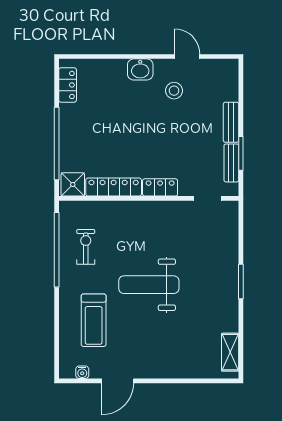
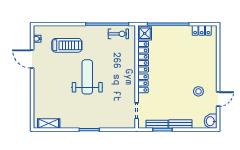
washbasin: (140, 69) -> (211, 121), moved
exercise bike: (86, 247) -> (118, 34), moved
treadmill: (94, 320) -> (67, 45), turned 180

